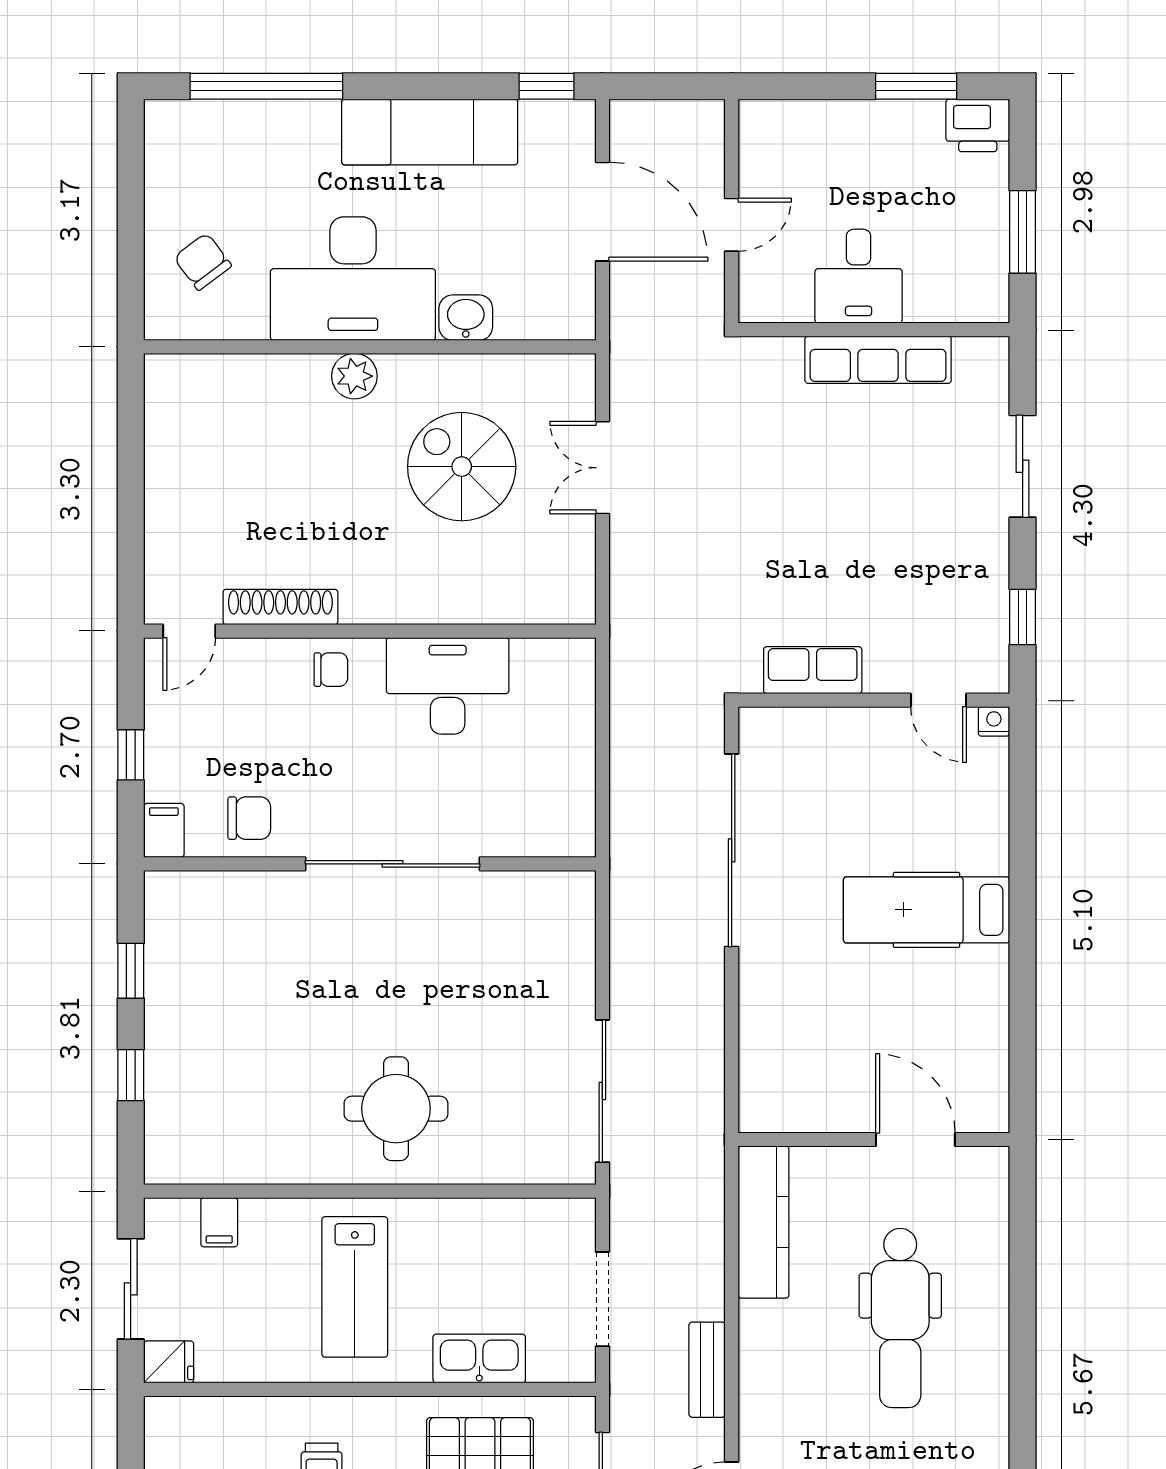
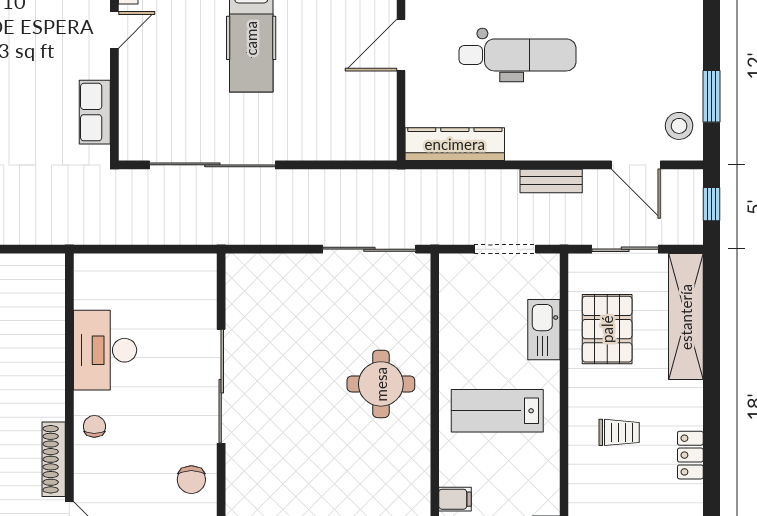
chair: (249, 818) -> (191, 480), turned 180
lab bench: (355, 1287) -> (497, 411), turned 180

